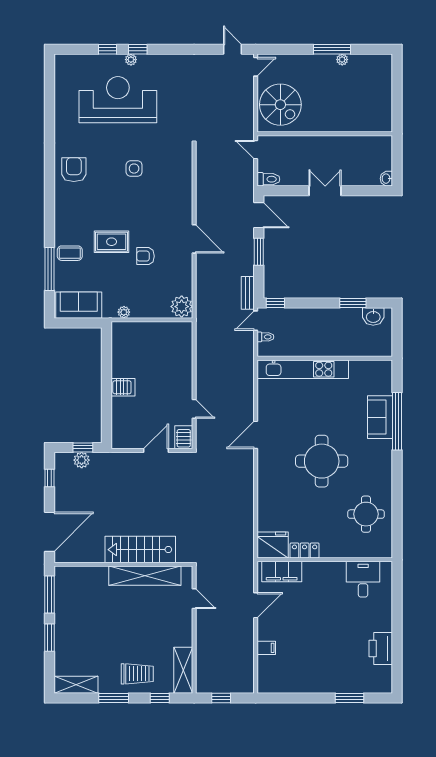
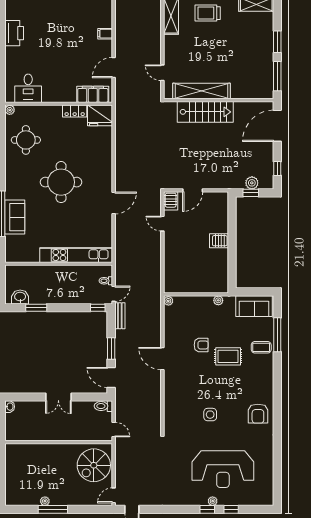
spiral stairs: (280, 105) -> (94, 465), turned -90
plant: (182, 307) -> (168, 301), width x0.53, depth x0.53
plant: (386, 552) -> (10, 110), added

